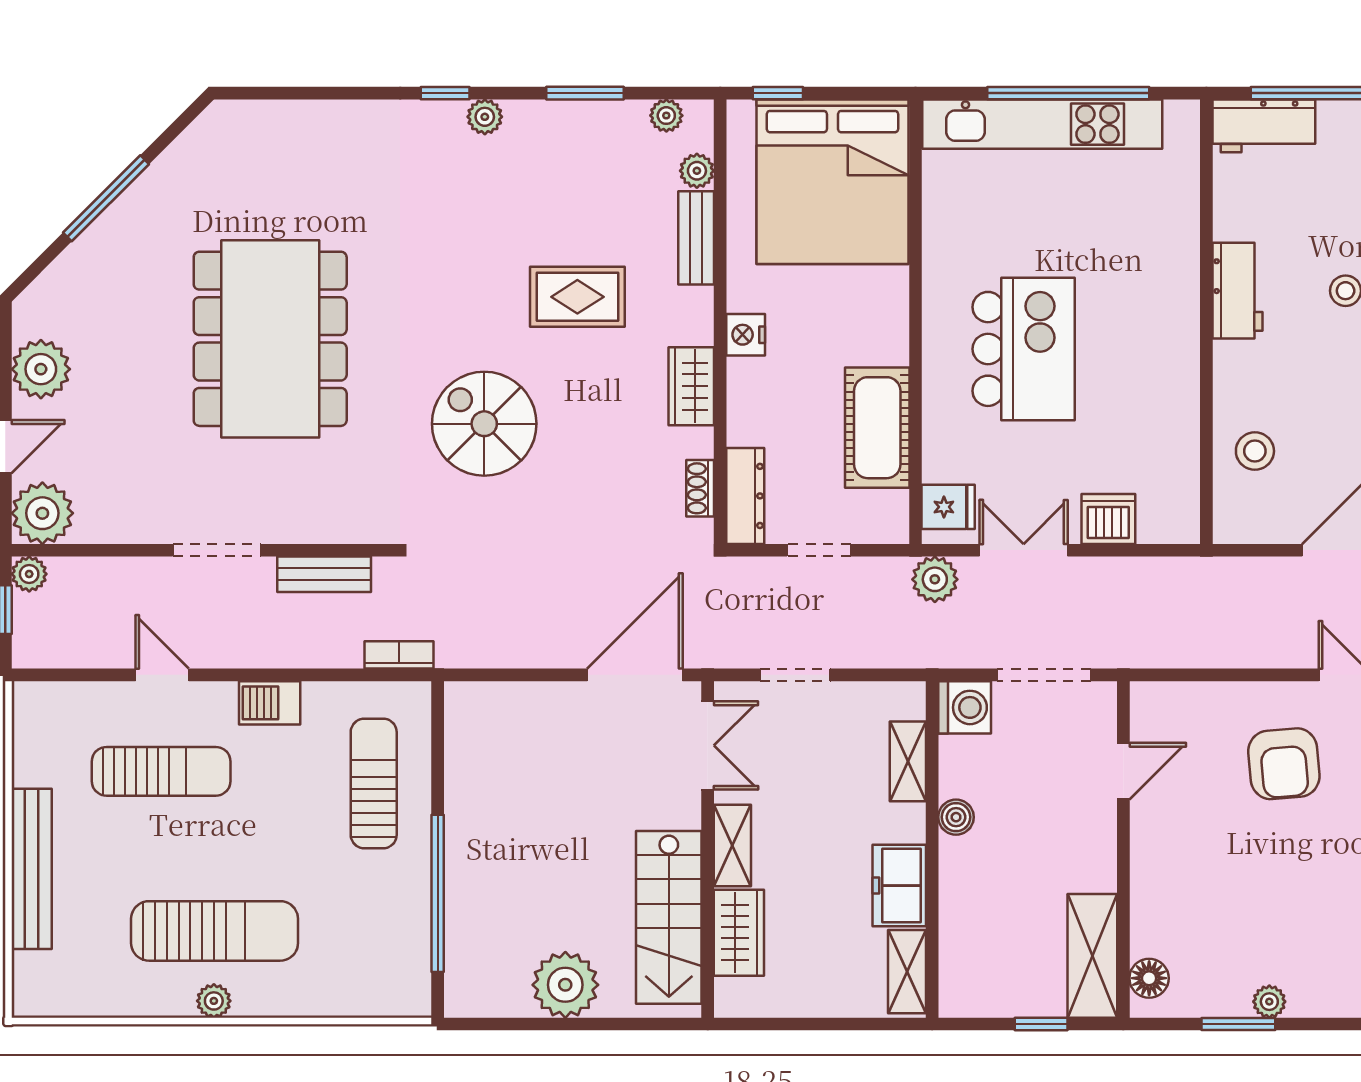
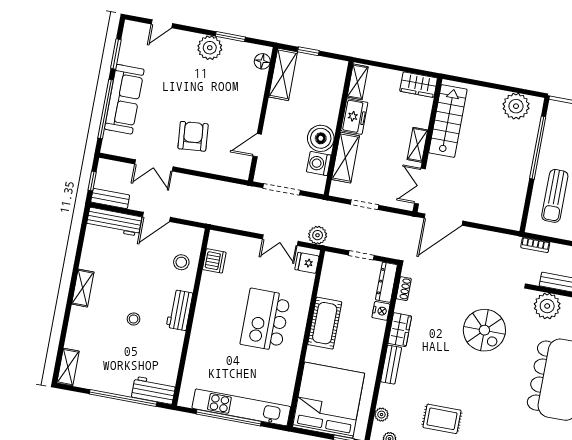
bench: (696, 238) -> (391, 365), moved
workbench: (1237, 291) -> (179, 310), moved
rug: (577, 297) -> (442, 419), moved
nightstand: (746, 335) -> (381, 311), moved
cot: (877, 428) -> (325, 323), moved
plant: (342, 511) -> (547, 306), added
dishwasher: (1108, 519) -> (214, 261), moved, turned -90
doorway: (795, 675) -> (365, 205), moved
washing machine: (965, 707) -> (319, 164), moved
shelving: (908, 761) -> (346, 158), width x1.50, depth x1.33
boiler: (956, 817) -> (321, 138), width x1.86, depth x1.86
wardrobe: (739, 933) -> (419, 85), moved, turned -90
plant: (565, 985) -> (516, 106), moved
plant: (1269, 1002) -> (210, 48), width x1.88, depth x1.88

